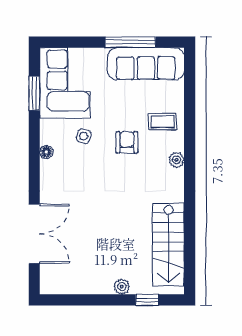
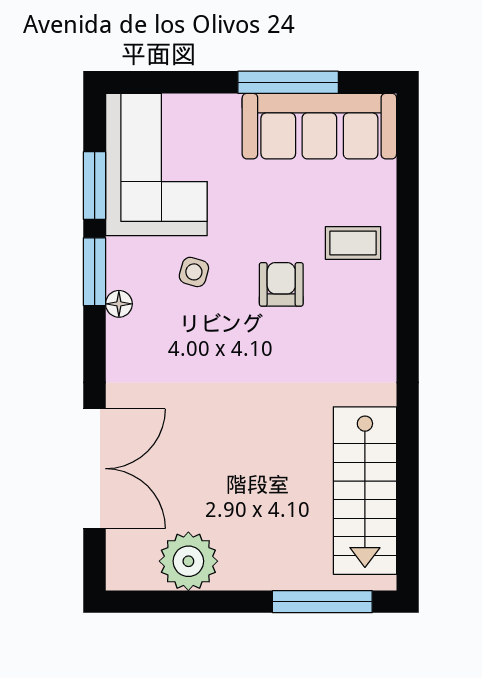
window: (34, 136) -> (95, 272), added
plant: (177, 160) -> (381, 320), removed
plant: (122, 287) -> (188, 561), moved, width x1.88, depth x1.88
window: (147, 300) -> (322, 602), width x2.17

